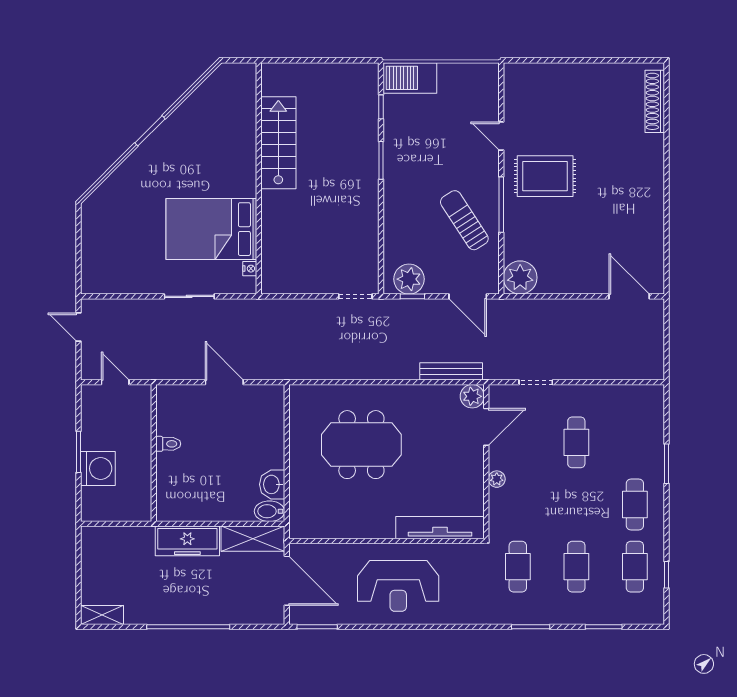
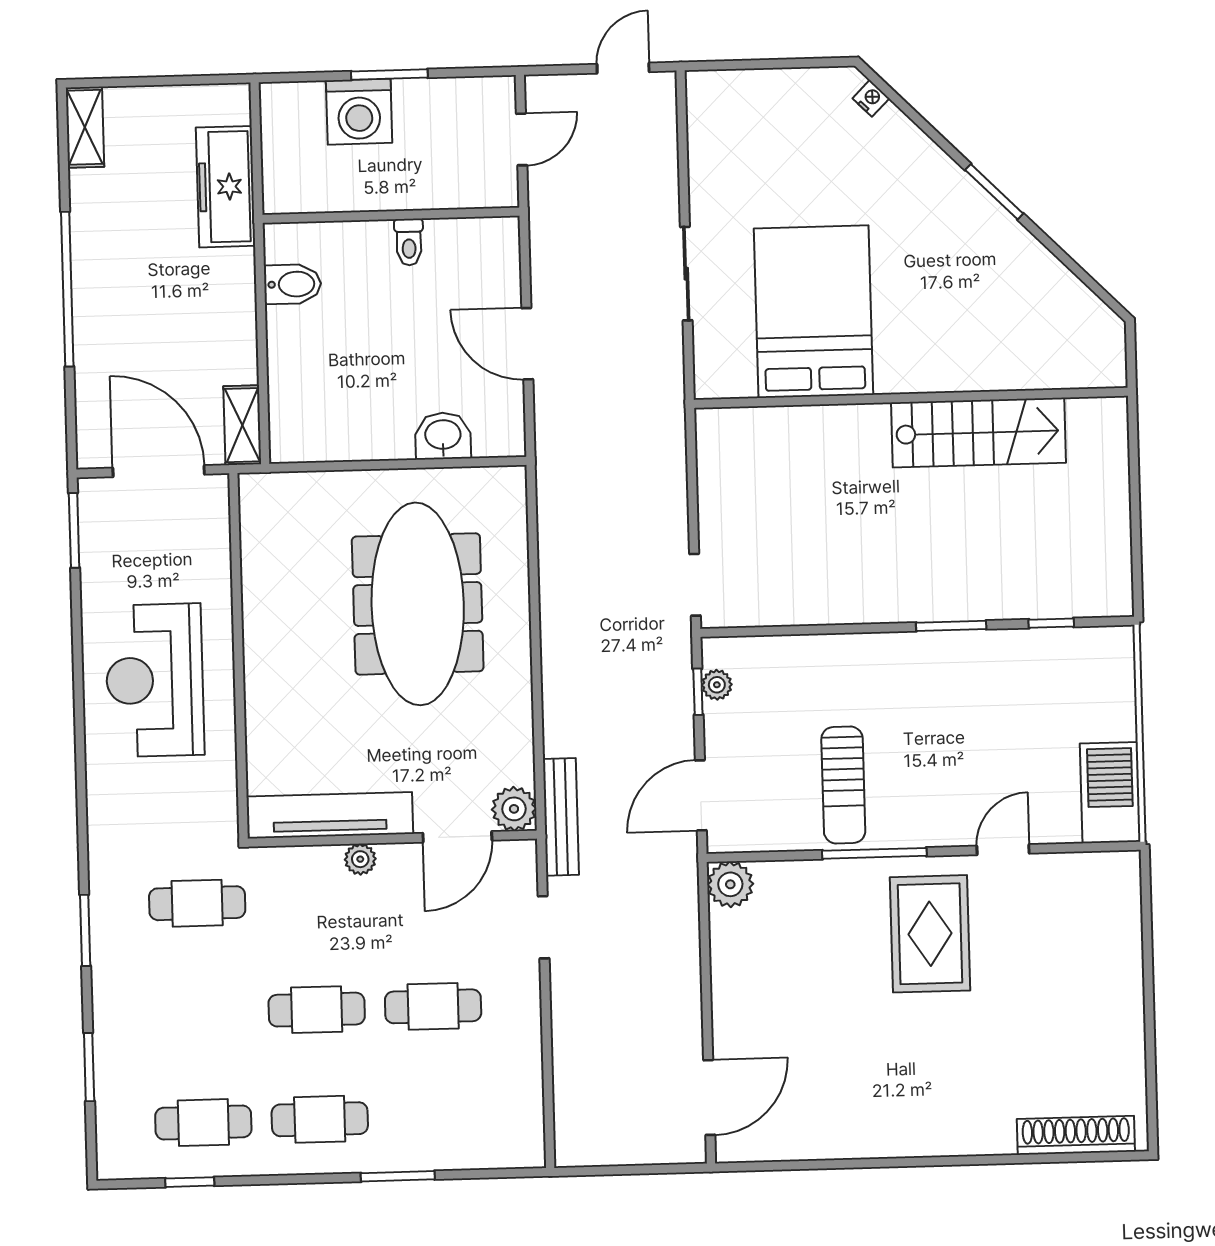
barbecue: (410, 78) -> (1110, 793), moved
sun lounger: (464, 220) -> (843, 785), turned 123
nightstand: (250, 269) -> (871, 98), moved, turned -135
plant: (520, 278) -> (730, 884), width x0.73, depth x0.73
plant: (409, 279) -> (717, 685), width x0.53, depth x0.53
bench: (451, 371) -> (561, 817), moved
door: (224, 382) -> (527, 344), swing flipped
door: (486, 427) -> (457, 837), hinge flipped
meeting table: (361, 445) -> (418, 604), width x1.36
washbasin: (272, 484) -> (443, 436), moved
bidet: (269, 511) -> (293, 284), moved, turned 90
tv unit: (440, 528) -> (330, 815), moved, turned -90
shelving: (253, 539) -> (242, 425), width x0.67, depth x0.75
freezer: (187, 541) -> (226, 187), moved
cafe table: (576, 567) -> (317, 1010), moved
door: (287, 581) -> (159, 471), swing flipped

